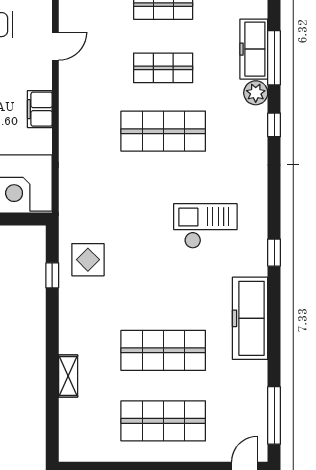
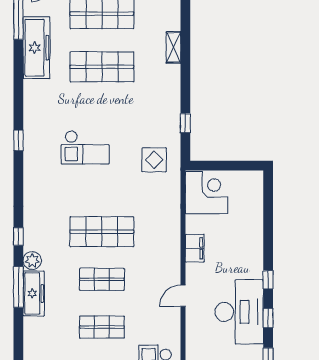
checkout: (205, 226) -> (85, 147), moved
display table: (88, 260) -> (154, 160), moved
freezer: (250, 318) -> (36, 48), moved

